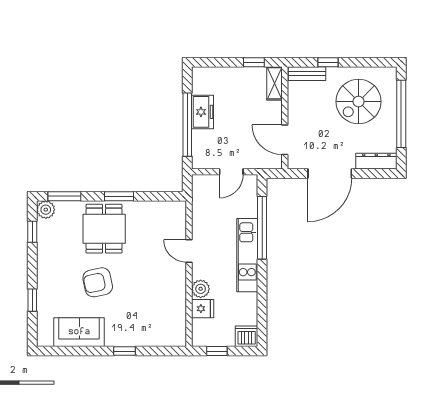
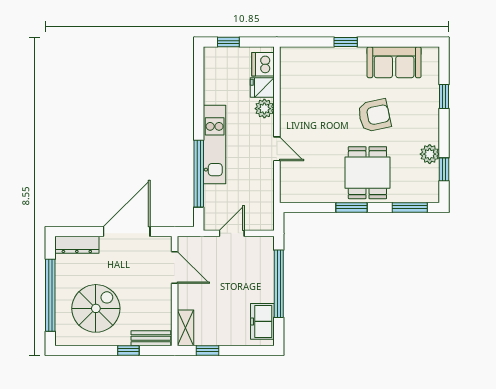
freezer: (202, 112) -> (262, 321), moved
plant: (46, 210) -> (430, 154), moved
dishwasher: (247, 336) -> (263, 64), moved, turned 90
window: (217, 351) -> (228, 42), moved

